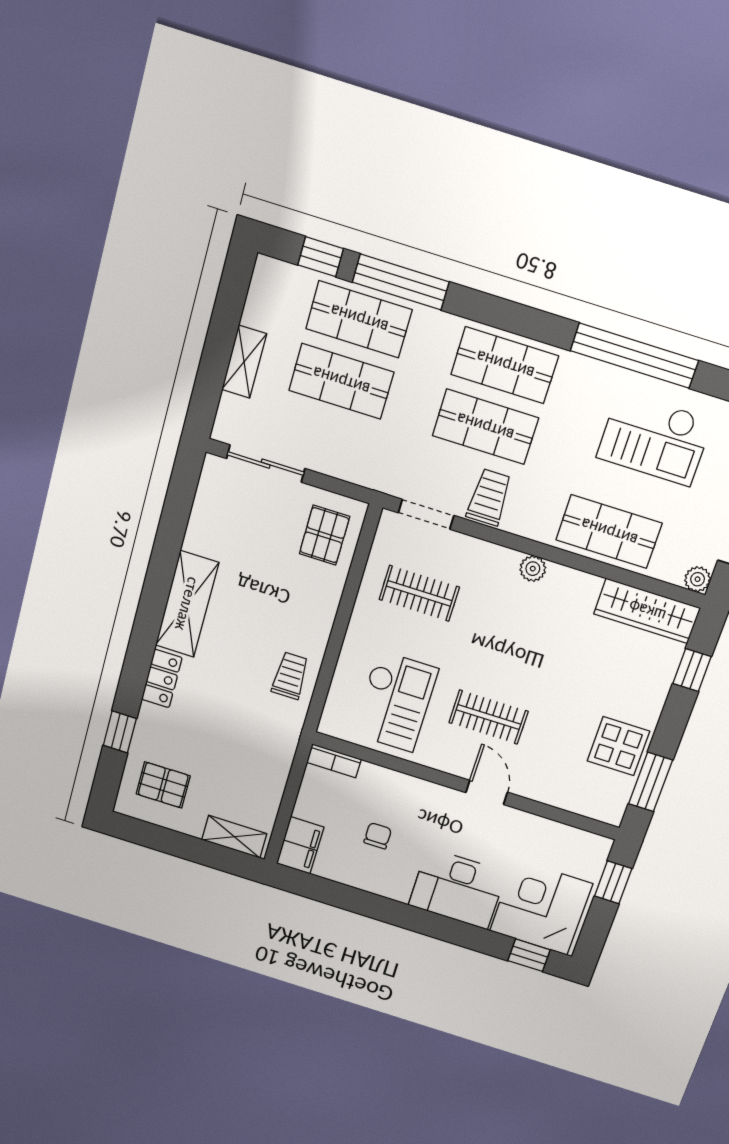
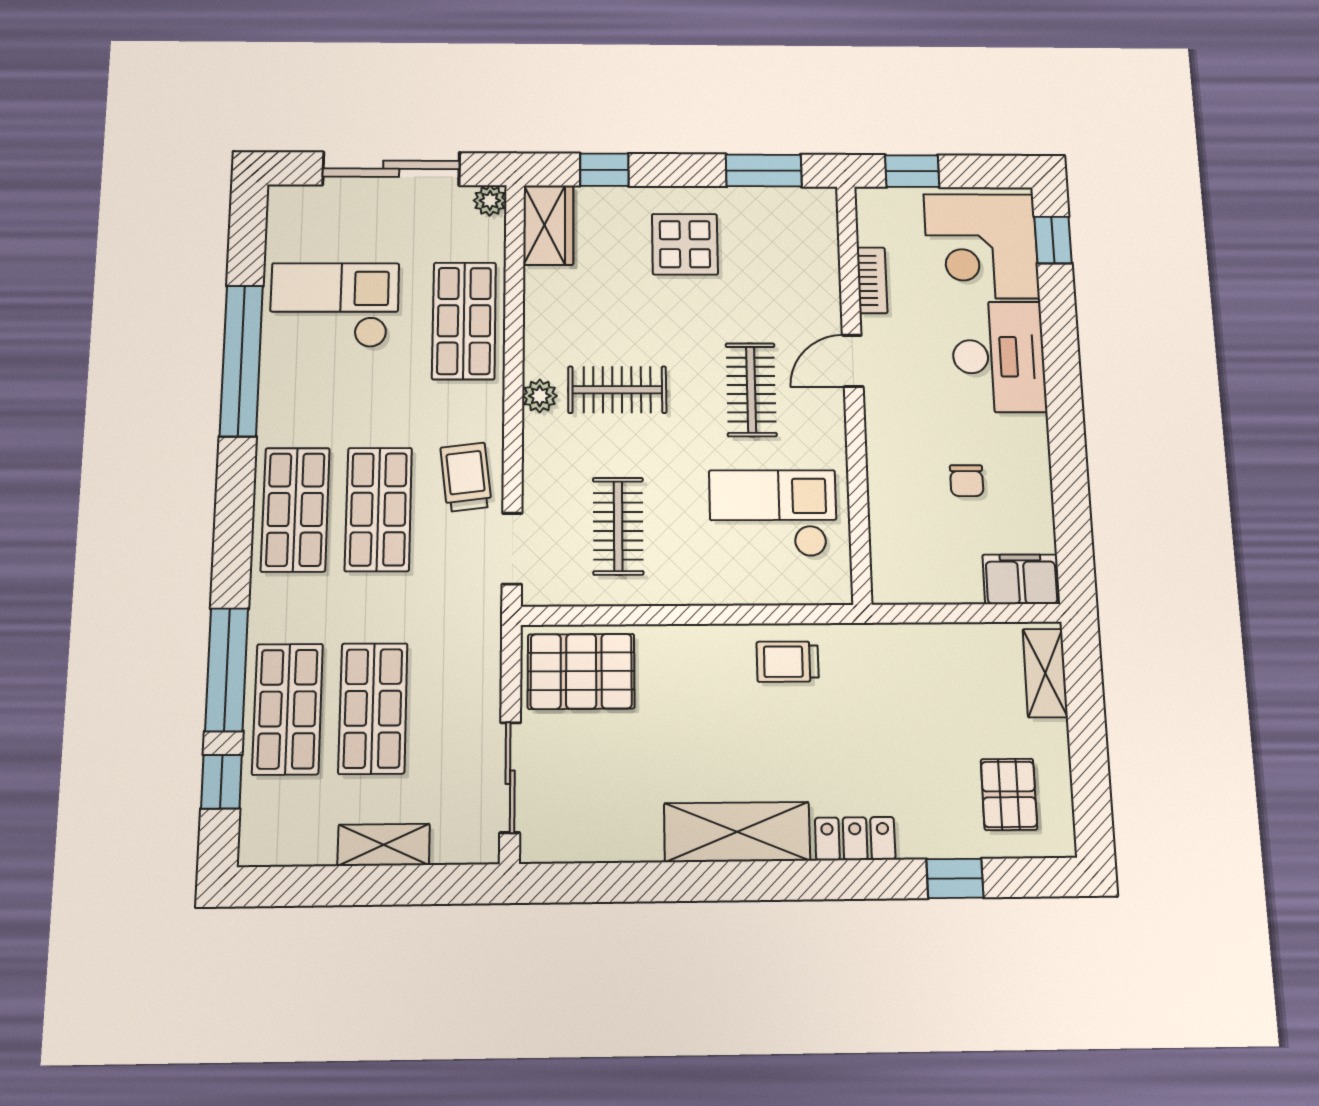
checkout: (655, 439) -> (334, 305), turned -90
trolley: (489, 497) -> (466, 477), turned 83
pallet: (324, 535) -> (581, 671), width x1.50, depth x1.42
wardrobe: (647, 611) -> (548, 225), width x0.67
clothes rail: (519, 625) -> (617, 390), added
display table: (618, 746) -> (685, 244), moved
bookcase: (334, 761) -> (872, 280), moved
chair: (378, 836) -> (967, 481), turned -90

